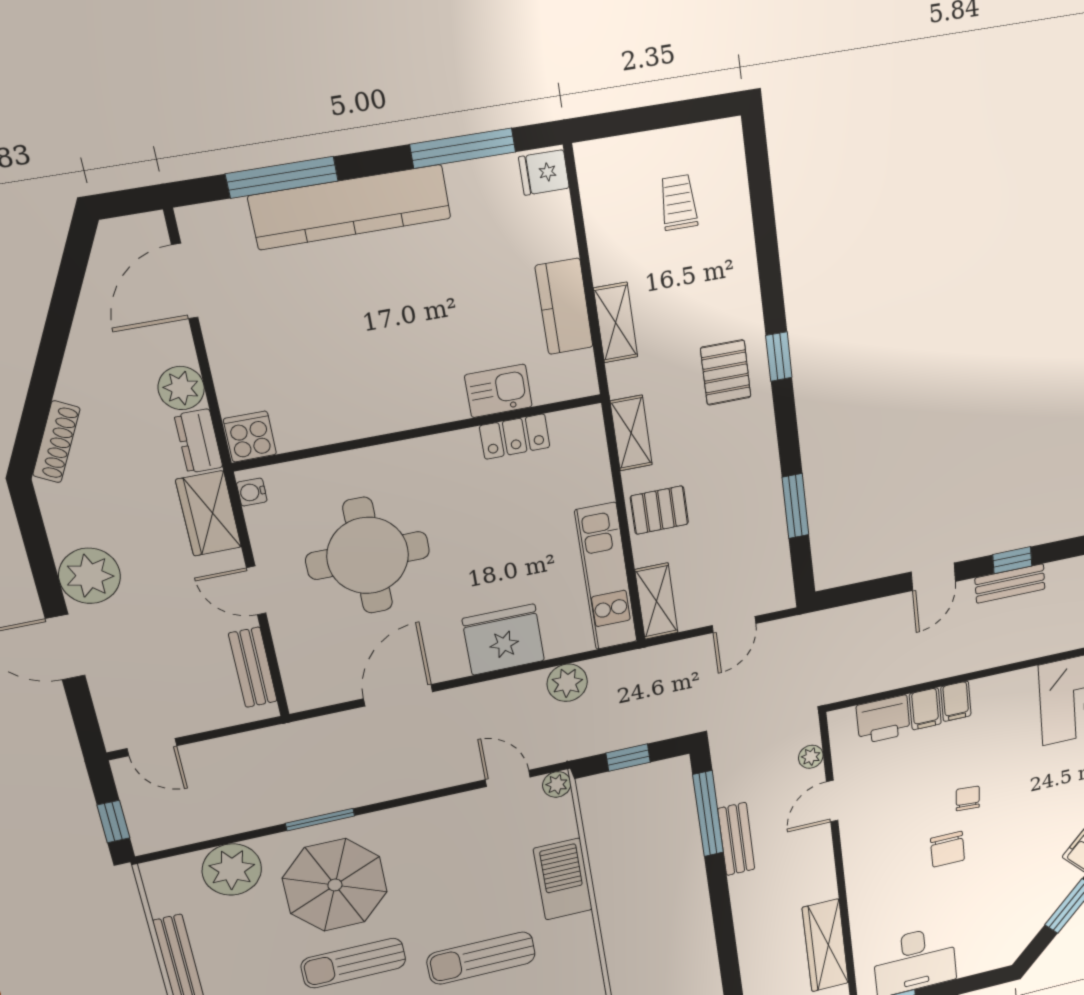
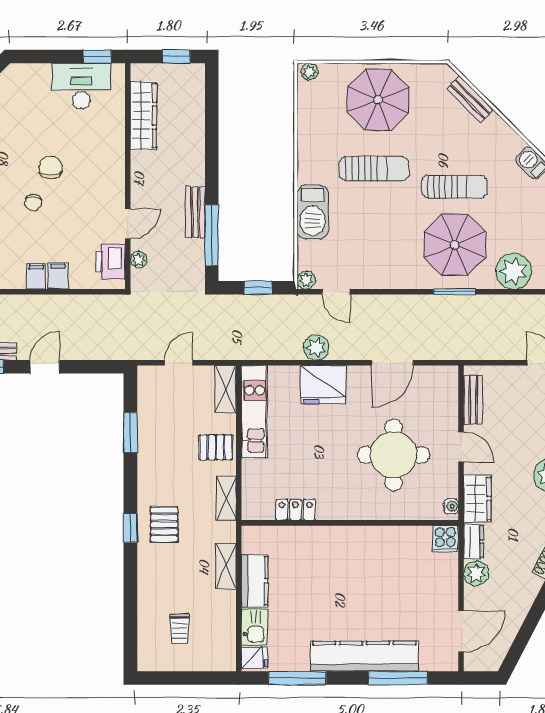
kitchen sink: (498, 391) -> (255, 627), moved, turned -90
plant: (567, 683) -> (316, 348), moved
printer: (883, 720) -> (111, 261), moved, turned -90

